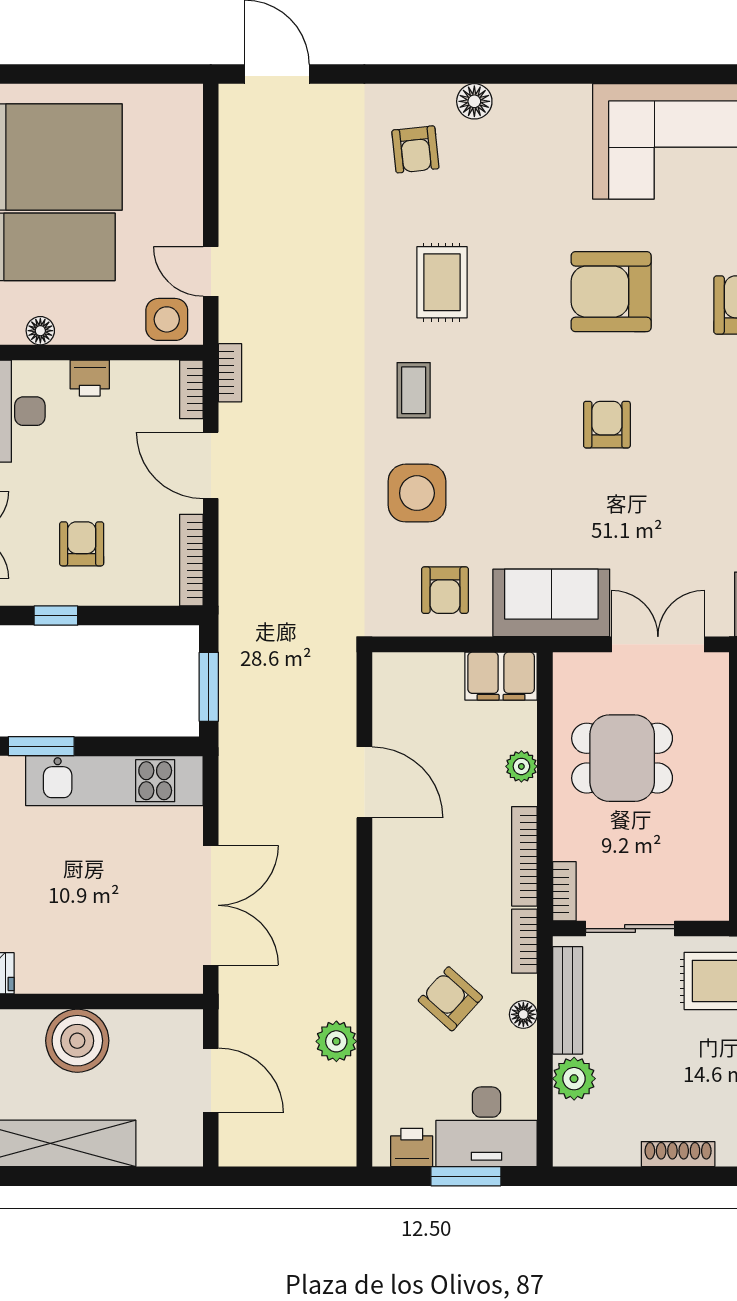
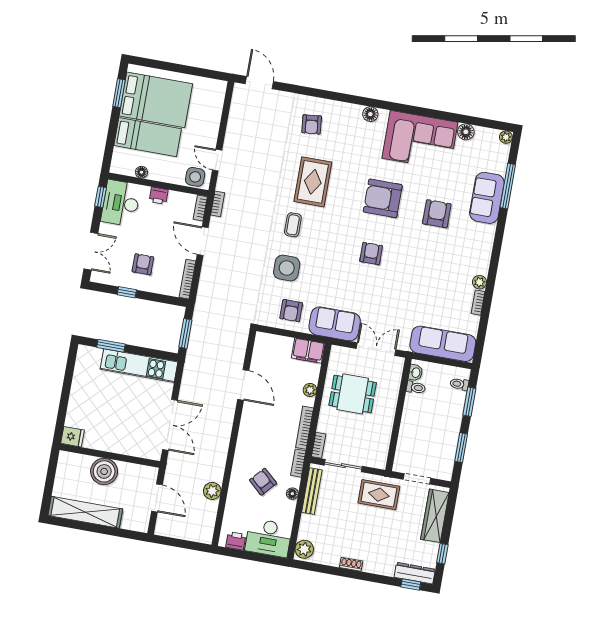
floor lamp: (474, 101) -> (370, 114), moved
rug: (442, 282) -> (313, 182), width x1.36, depth x1.43
plant: (574, 1079) -> (304, 549), moved
shoe rack: (678, 1154) -> (351, 564), width x0.70
window: (466, 1176) -> (256, 557), removed

